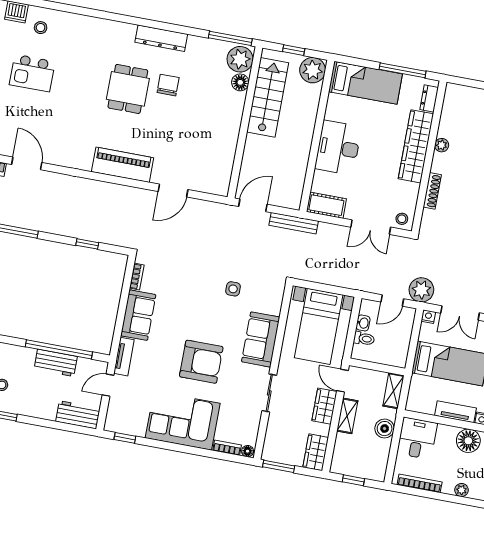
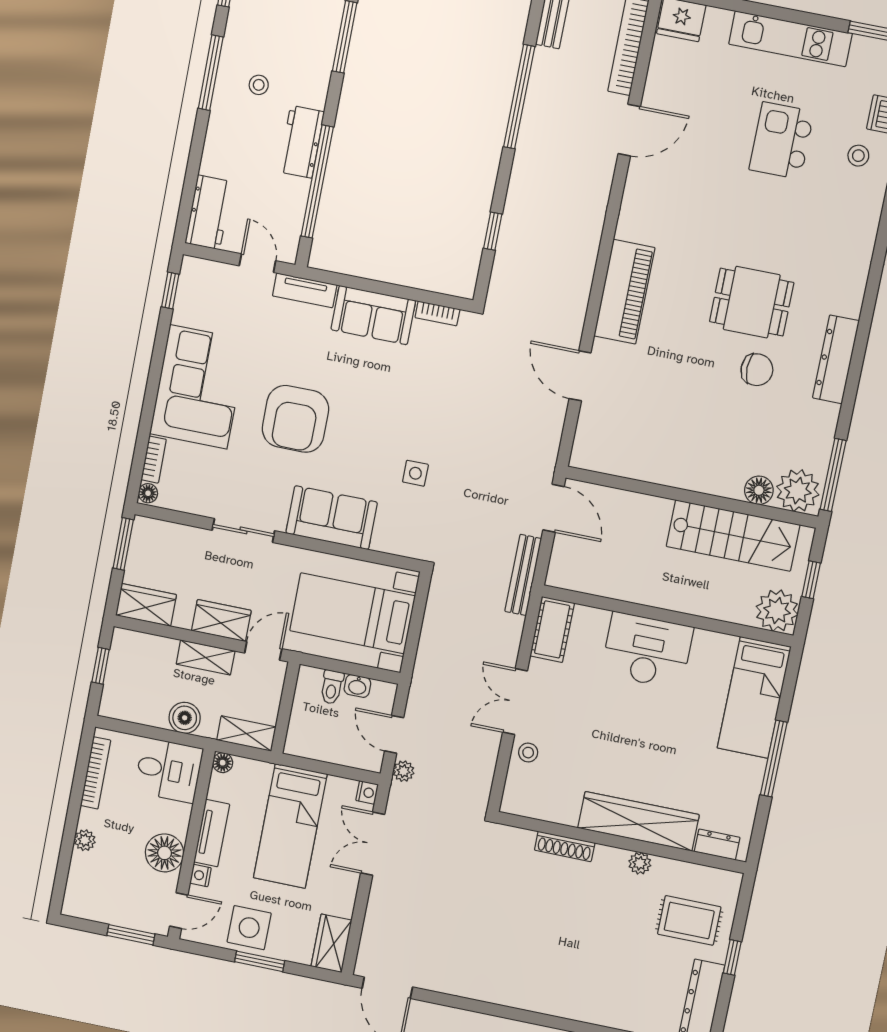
dresser: (429, 99) -> (717, 844), moved
plant: (442, 145) -> (640, 863), moved
wardrobe: (416, 146) -> (638, 821), moved
wall: (429, 157) -> (621, 842), moved
shoe rack: (432, 191) -> (565, 846), moved
plant: (421, 290) -> (404, 771), width x0.53, depth x0.53
workbench: (56, 363) -> (301, 142), moved
floor lamp: (412, 405) -> (223, 763), added

